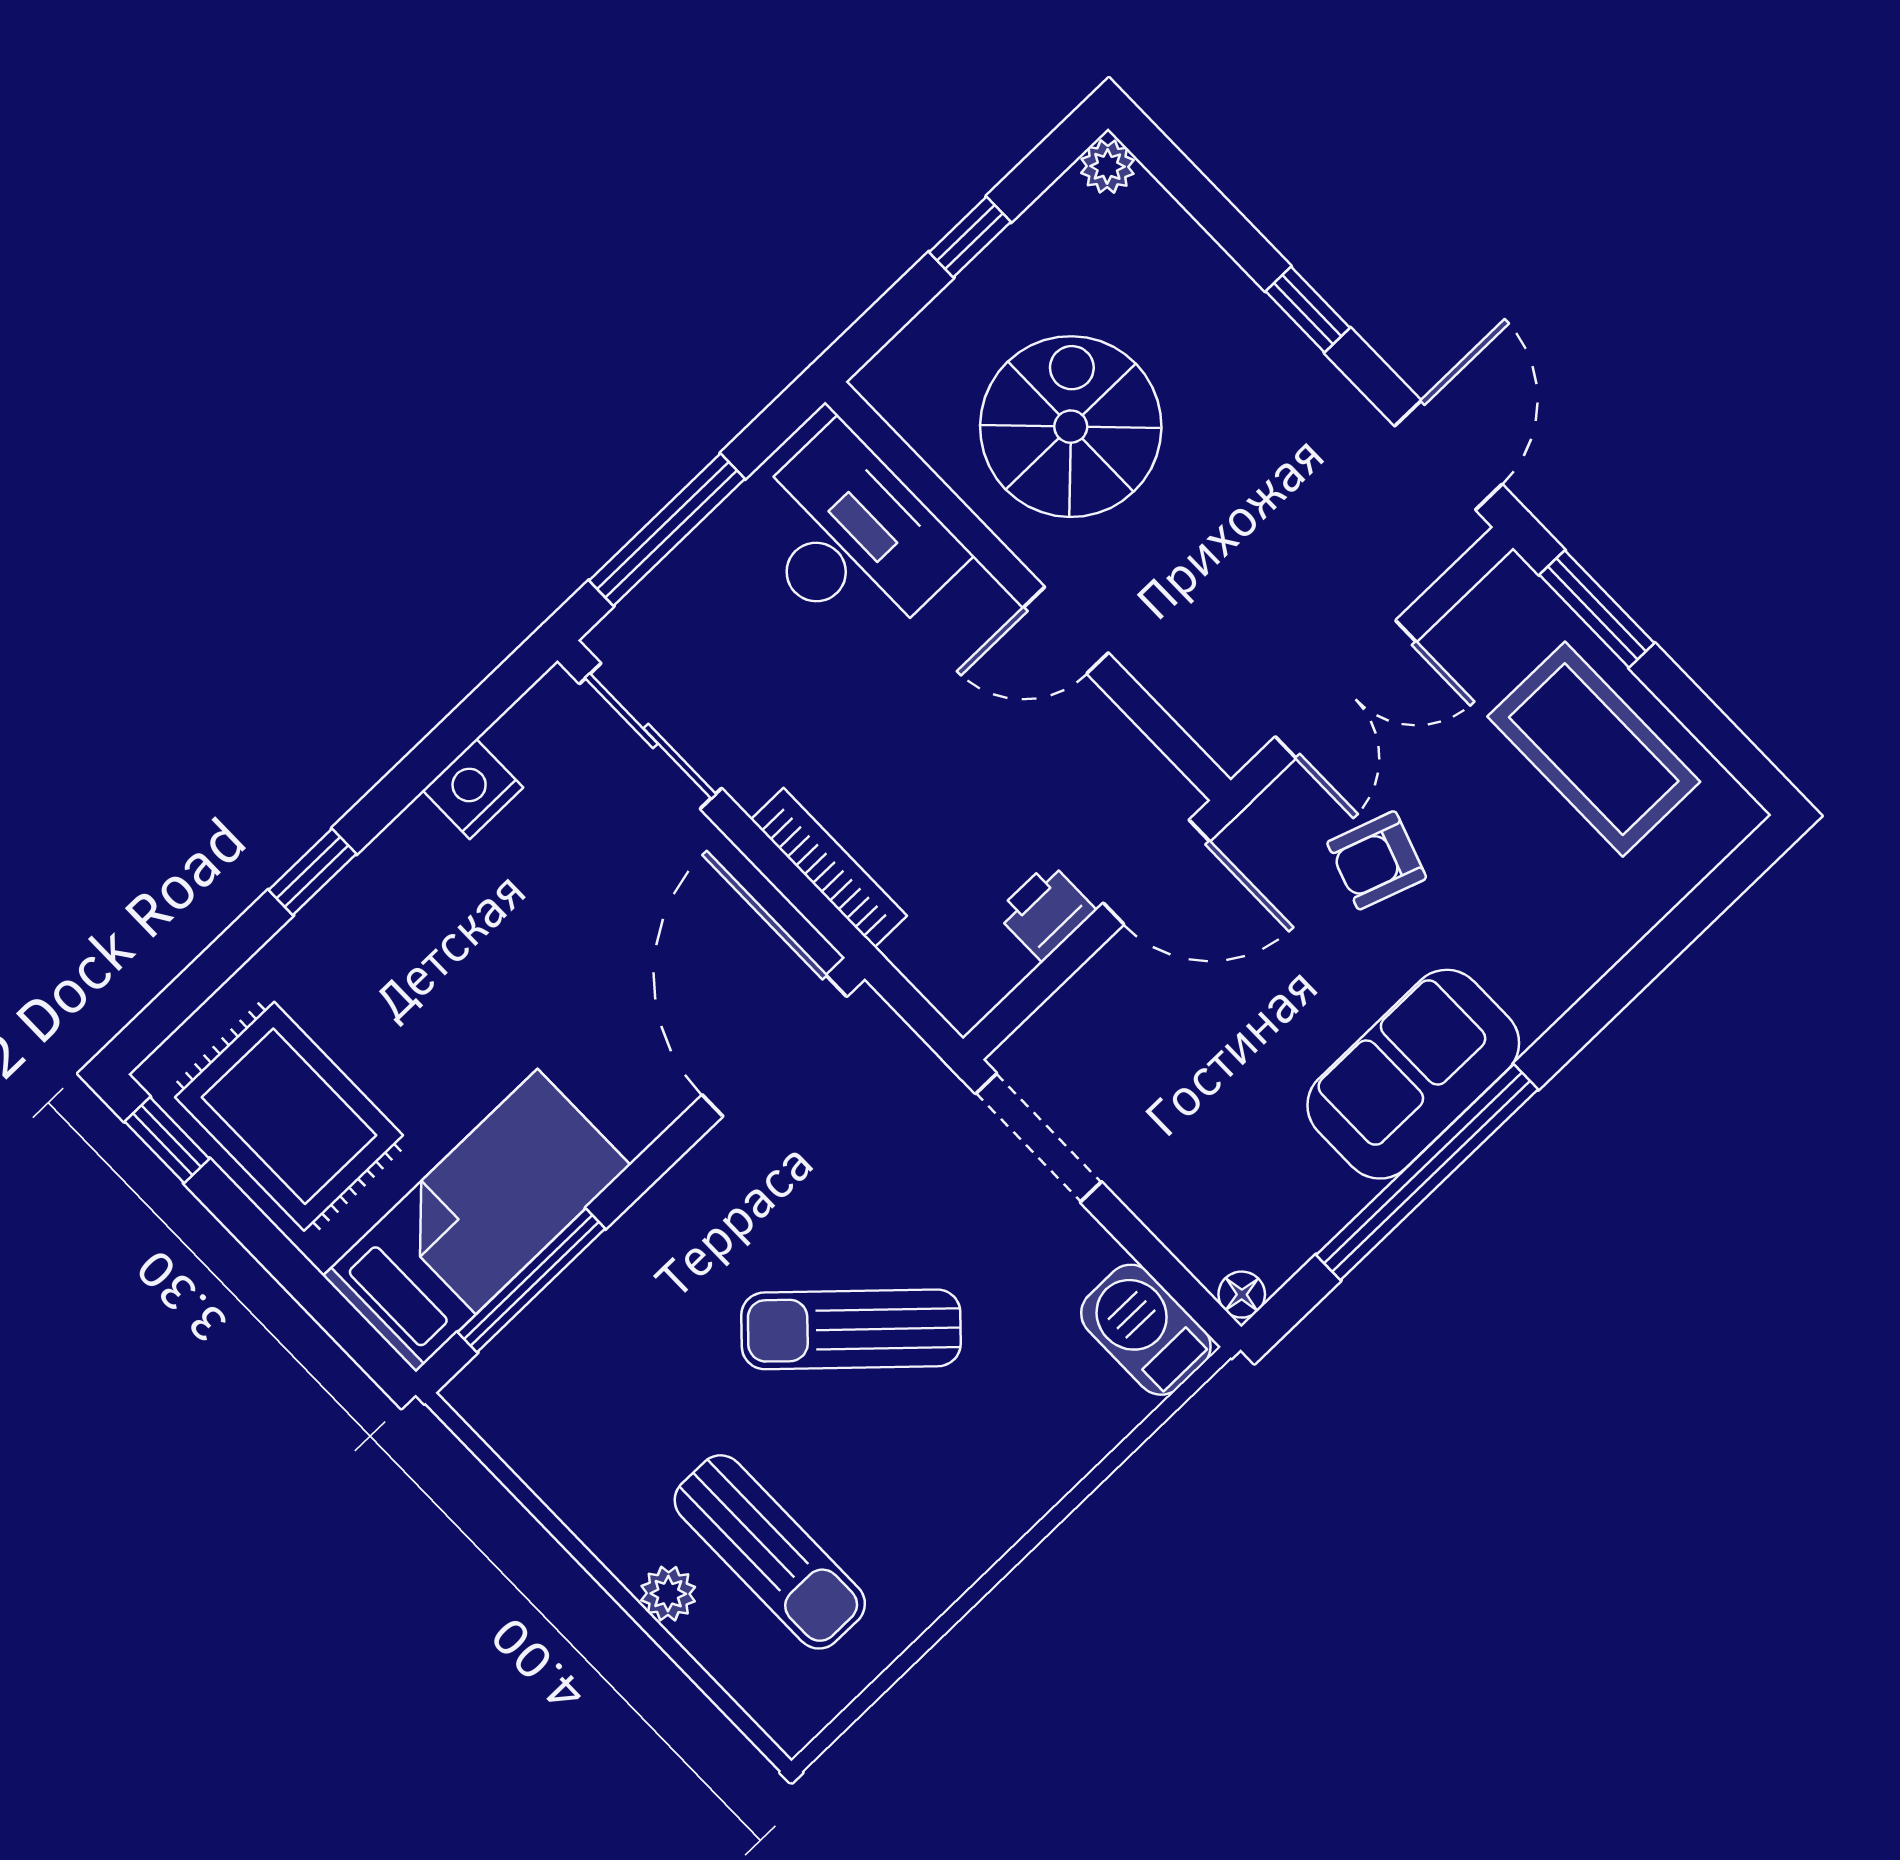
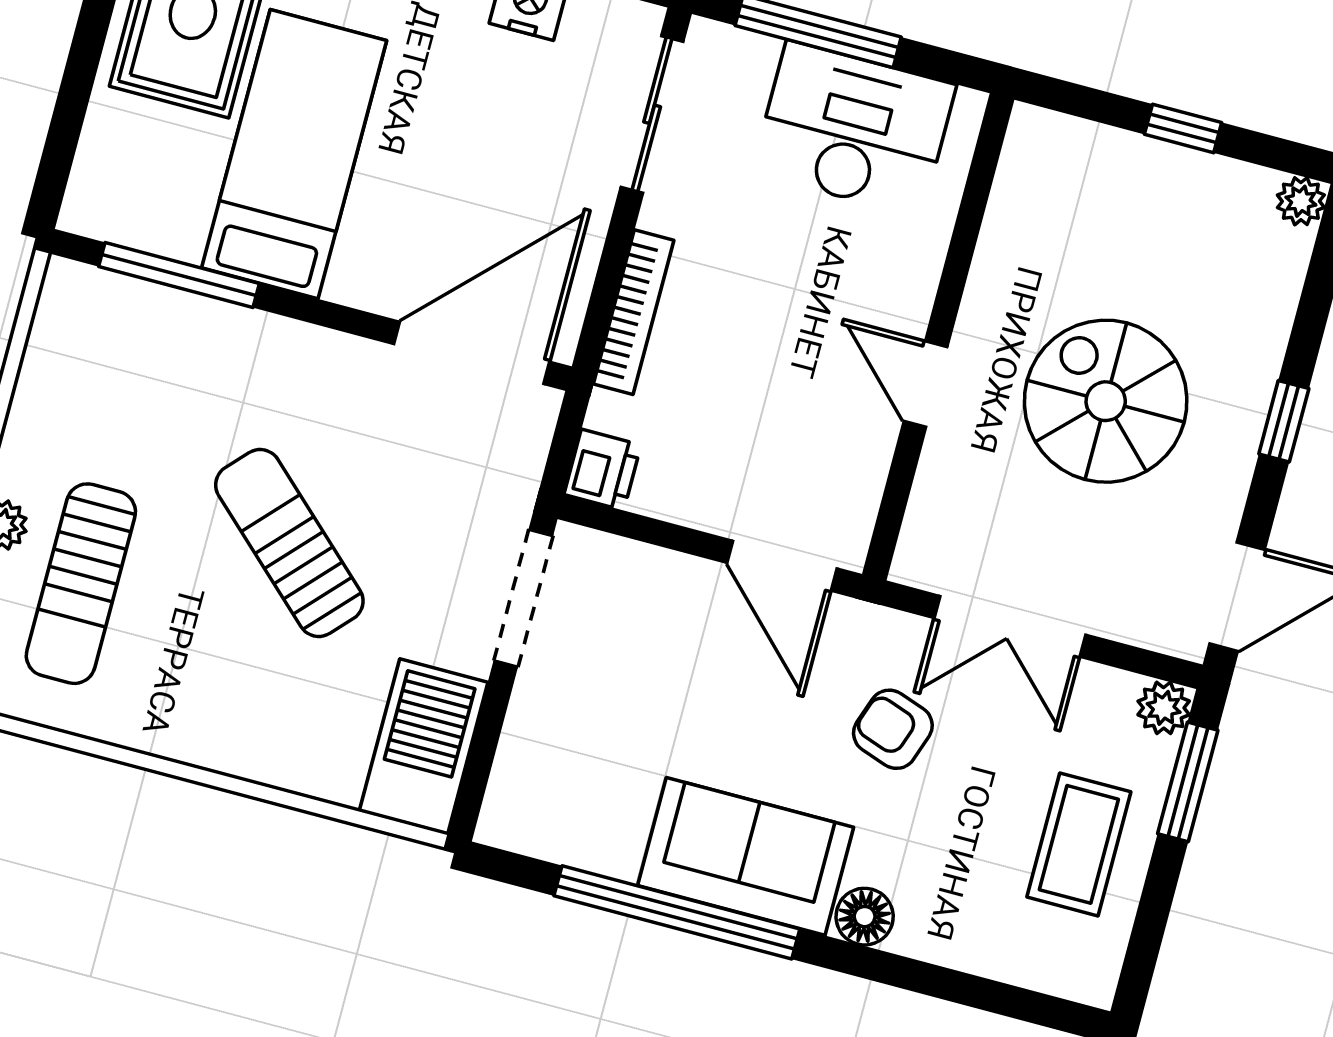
spiral stairs: (1071, 427) -> (1106, 401), moved, turned -90
desk: (851, 539) -> (854, 129), moved, turned -90
plant: (1512, 589) -> (1164, 708), added
coffee table: (1594, 749) -> (1079, 844), width x0.73, depth x0.76
printer: (1046, 912) -> (602, 470), moved, turned 90
bed: (477, 1221) -> (294, 154), moved, turned -90
floor lamp: (1242, 1295) -> (865, 917), moved, width x1.37, depth x1.37
barbecue: (1146, 1330) -> (424, 747), width x1.37, depth x1.21

